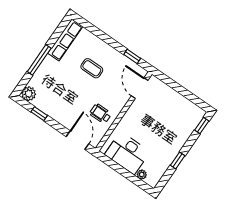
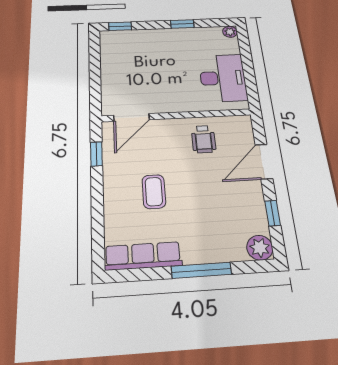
door: (78, 140) -> (264, 162), moved
plant: (142, 175) -> (230, 32), moved

